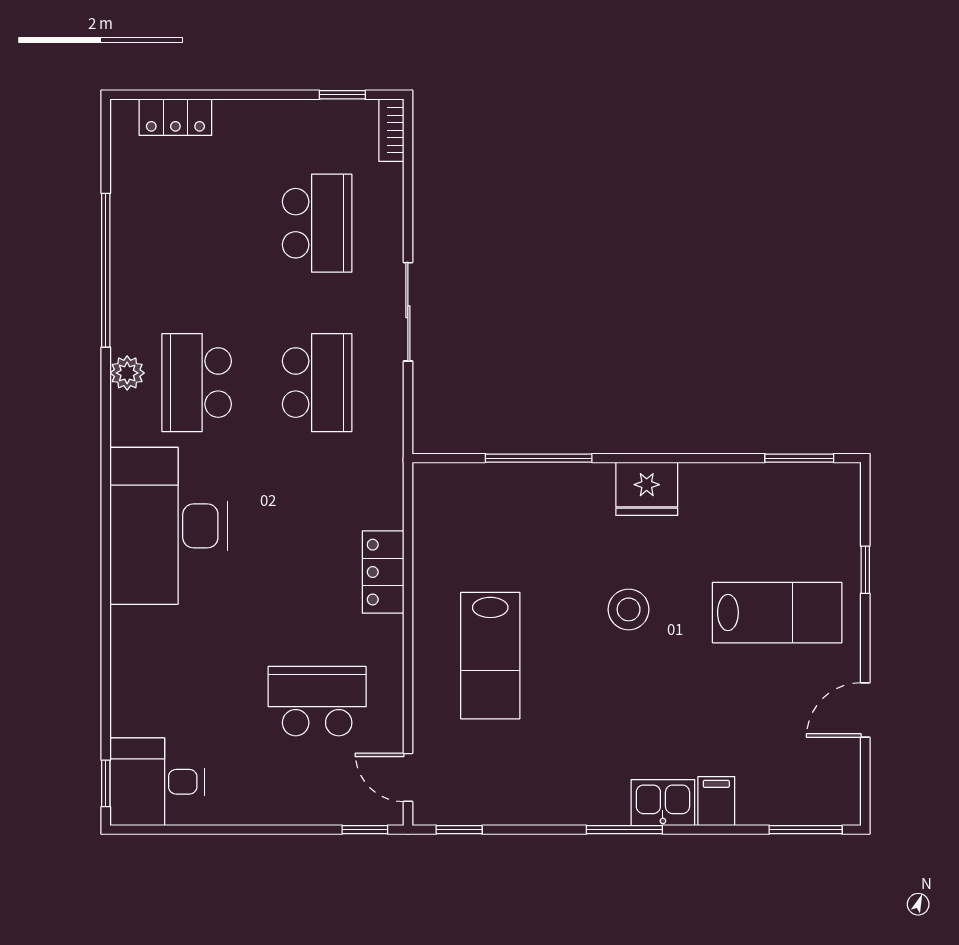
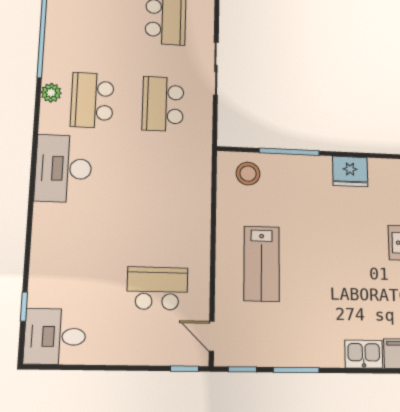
school desk: (317, 383) -> (163, 104), turned 180
desk: (169, 526) -> (63, 168), width x0.73, depth x0.77
locker: (383, 572) -> (199, 213), removed
stool: (629, 609) -> (248, 174), moved
window: (106, 783) -> (24, 307), moved
window: (624, 830) -> (296, 370), moved

